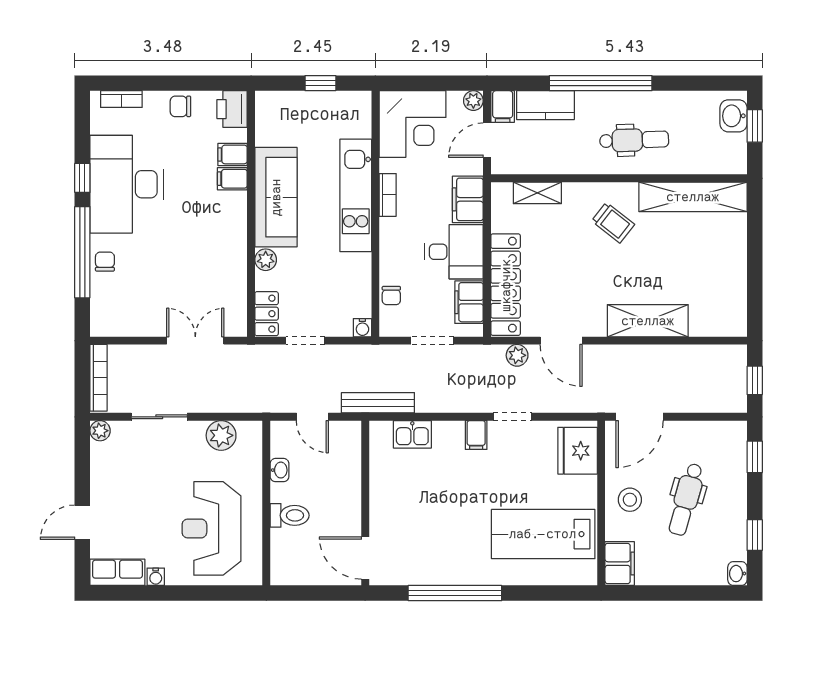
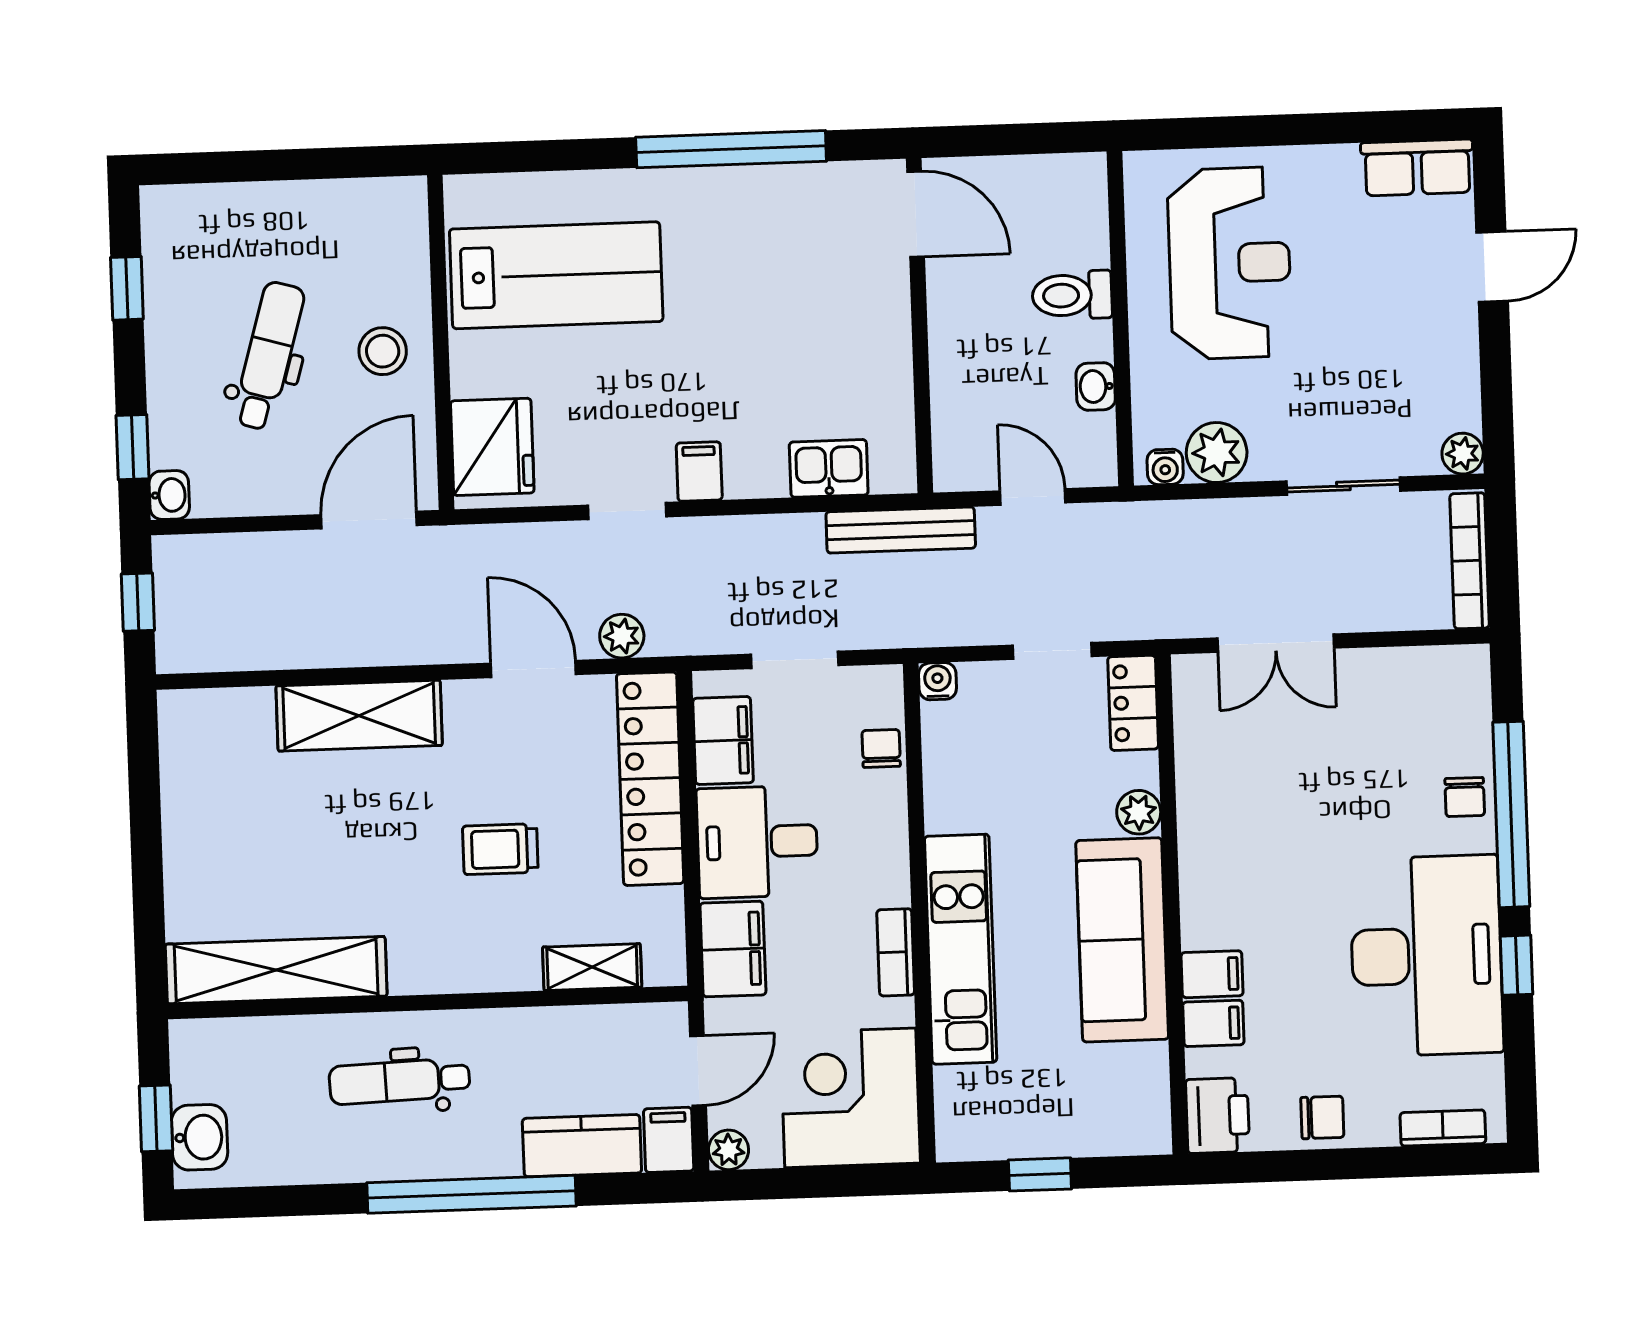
trolley: (613, 223) -> (500, 849), moved, turned -38
filing cabinet: (620, 564) -> (399, 221), removed
washbasin: (737, 574) -> (169, 495), moved
water cooler: (156, 577) -> (1165, 467), moved, turned 180

